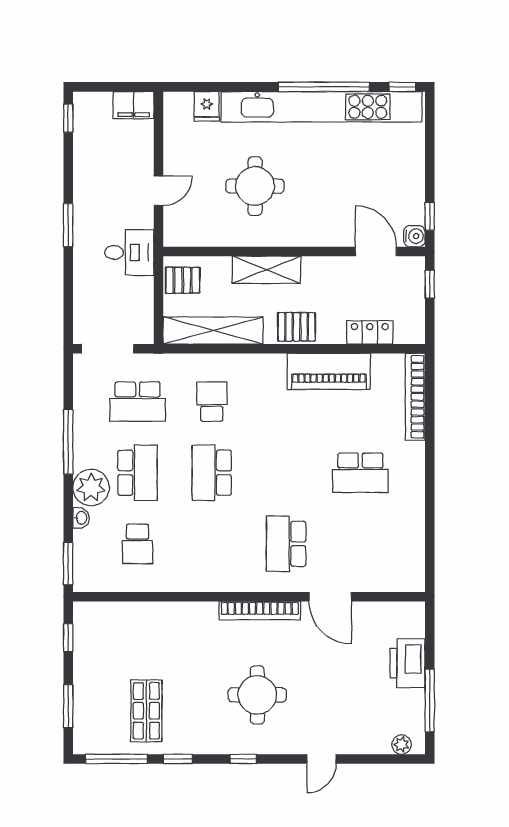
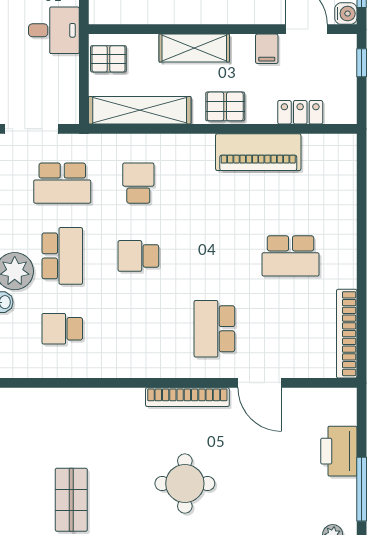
filing cabinet: (337, 270) -> (267, 49), added
bookcase: (415, 397) -> (347, 334), moved
school desk: (212, 473) -> (138, 256), width x0.54
school desk: (138, 544) -> (62, 329), turned 90

